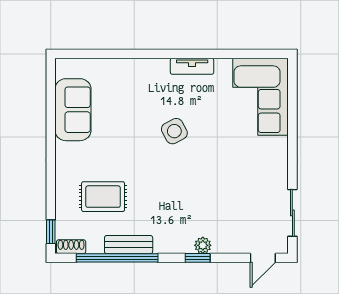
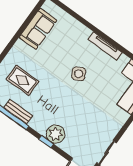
tv unit: (192, 66) -> (105, 46), width x1.41
plant: (203, 245) -> (56, 134), width x1.87, depth x1.87

